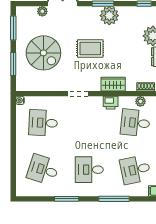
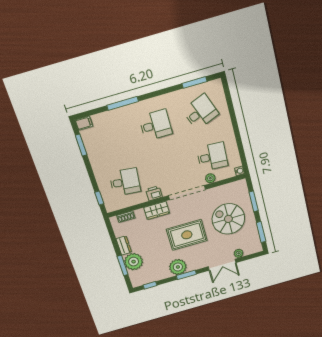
rug: (90, 49) -> (187, 235), width x1.36, depth x1.43
doorway: (78, 94) -> (187, 193), width x1.88
plant: (140, 101) -> (210, 178), moved
desk: (43, 170) -> (200, 112), turned -39
desk: (135, 170) -> (111, 138), removed
window: (67, 199) -> (195, 82), moved

